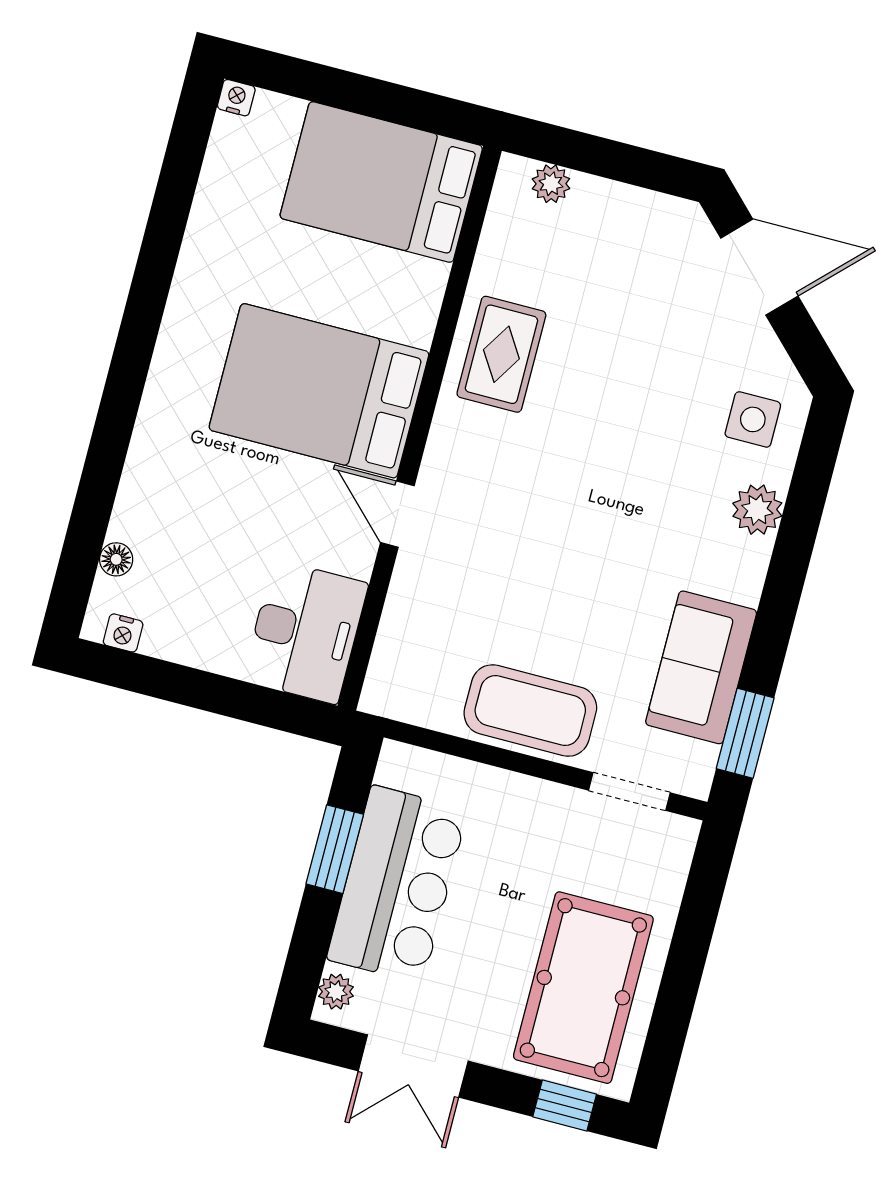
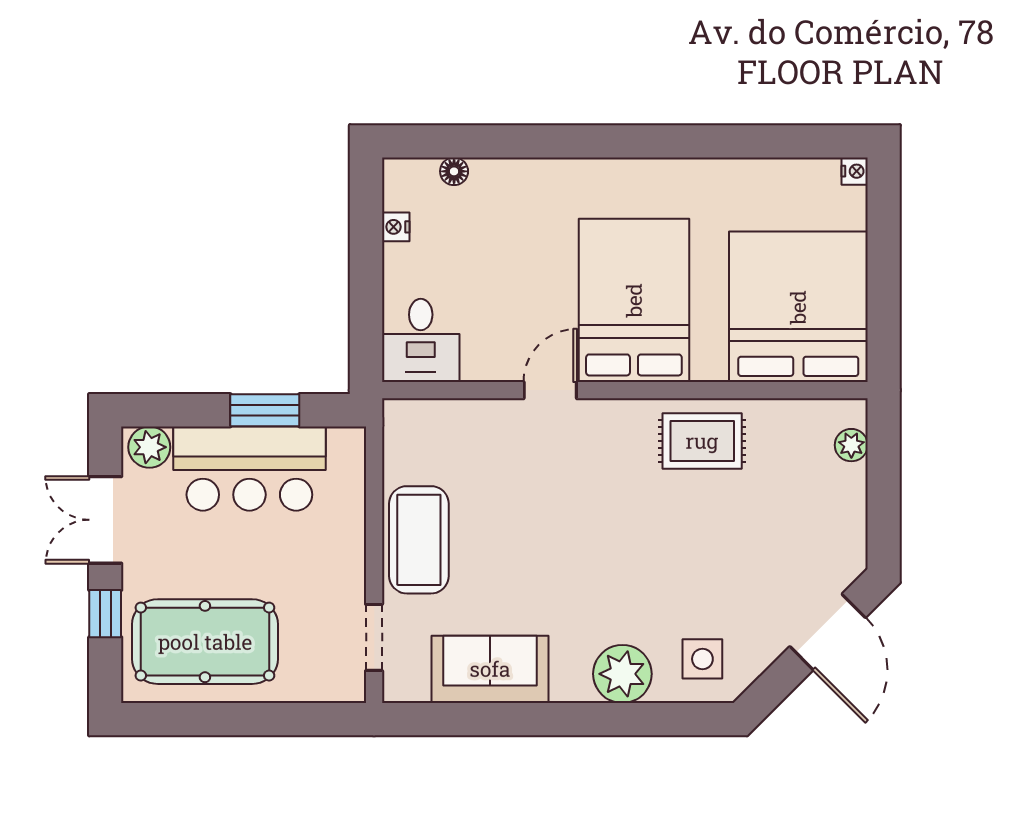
bed: (381, 182) -> (798, 307), width x1.36
plant: (757, 510) -> (622, 674), width x1.36, depth x1.36
desk: (305, 632) -> (421, 340), width x0.73
nightstand: (123, 633) -> (396, 227), moved
window: (745, 733) -> (446, 719), removed
plant: (336, 992) -> (149, 447), width x1.38, depth x1.38
window: (565, 1106) -> (105, 614), moved

